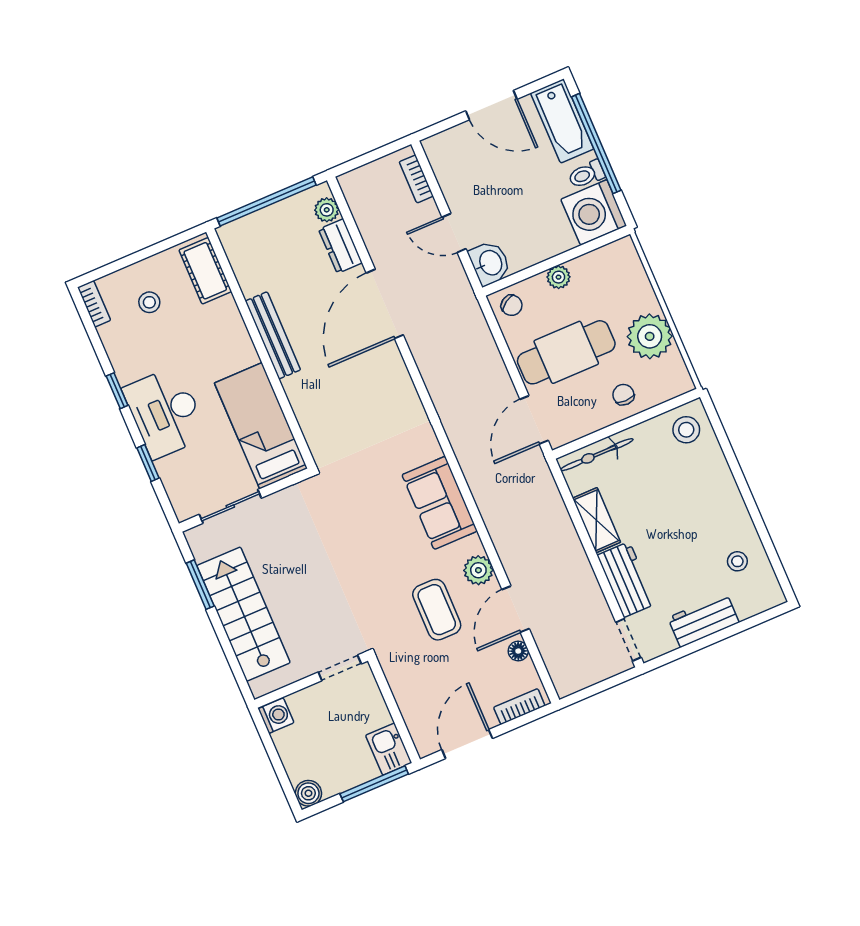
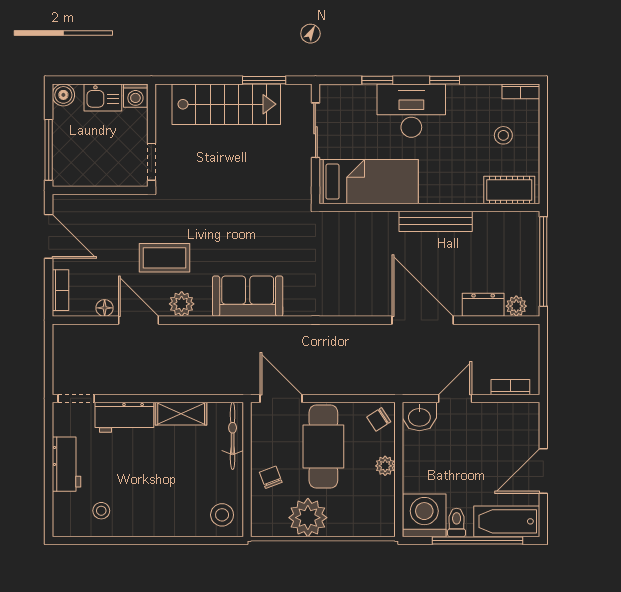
chair: (623, 395) -> (271, 477), turned -111
kitchen sink: (389, 749) -> (103, 97), moved, turned 180

